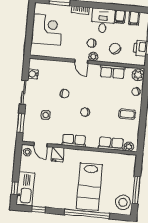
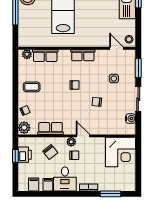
corner desk: (47, 30) -> (121, 152), moved, turned -90
fridge: (58, 154) -> (98, 40), removed

